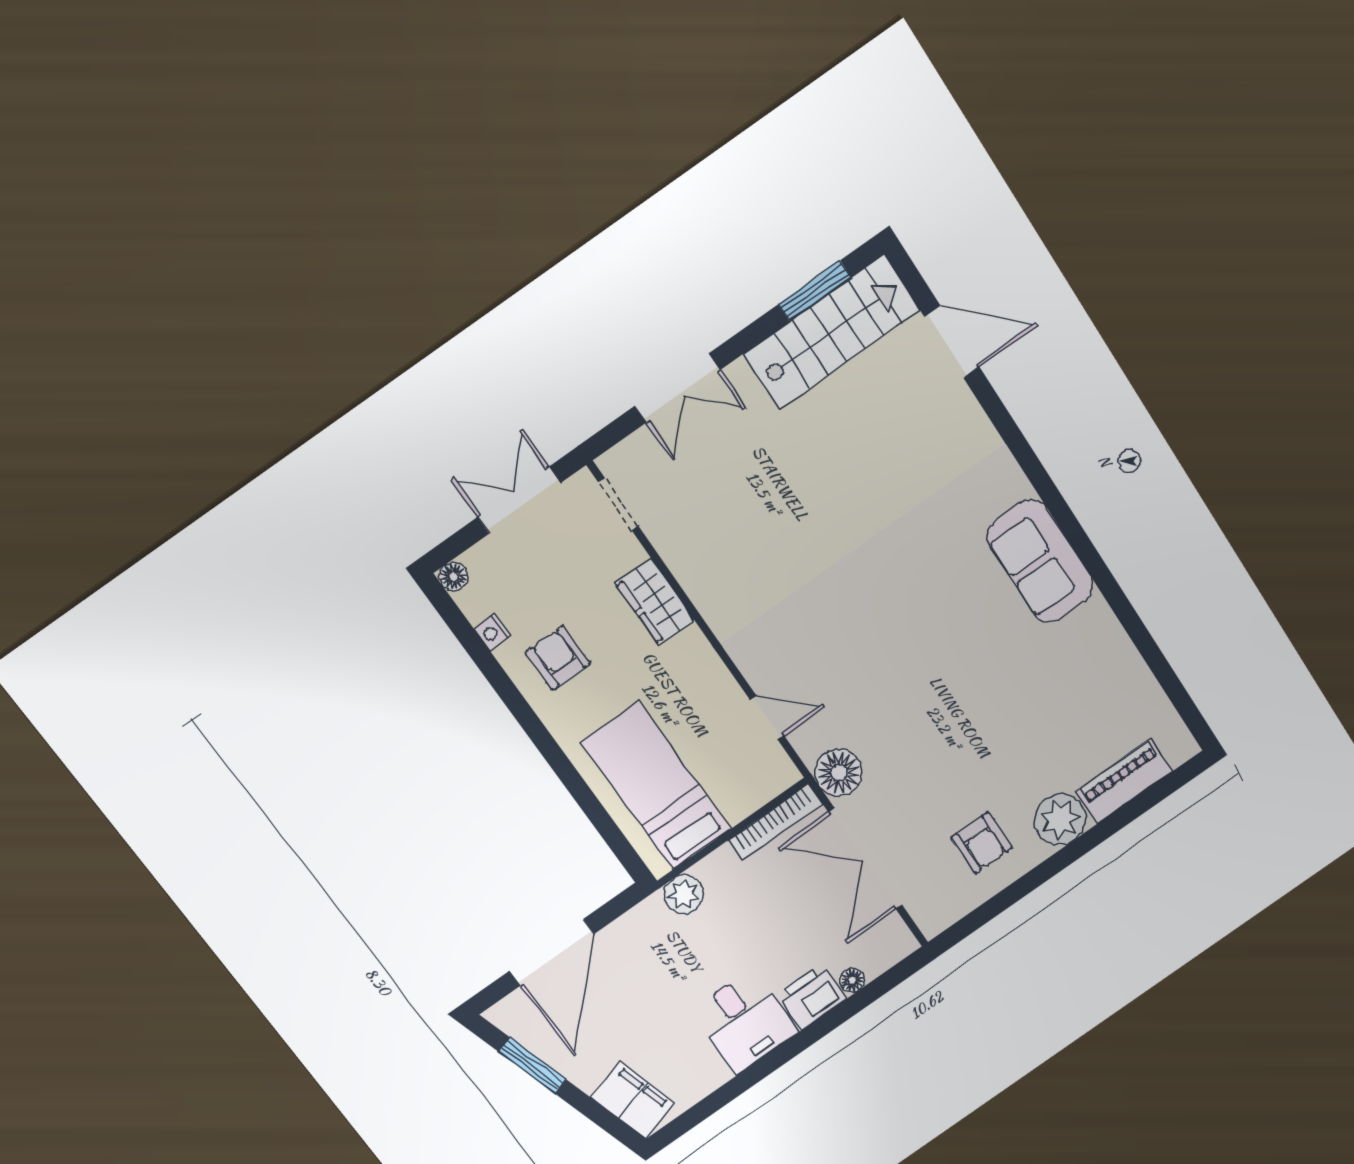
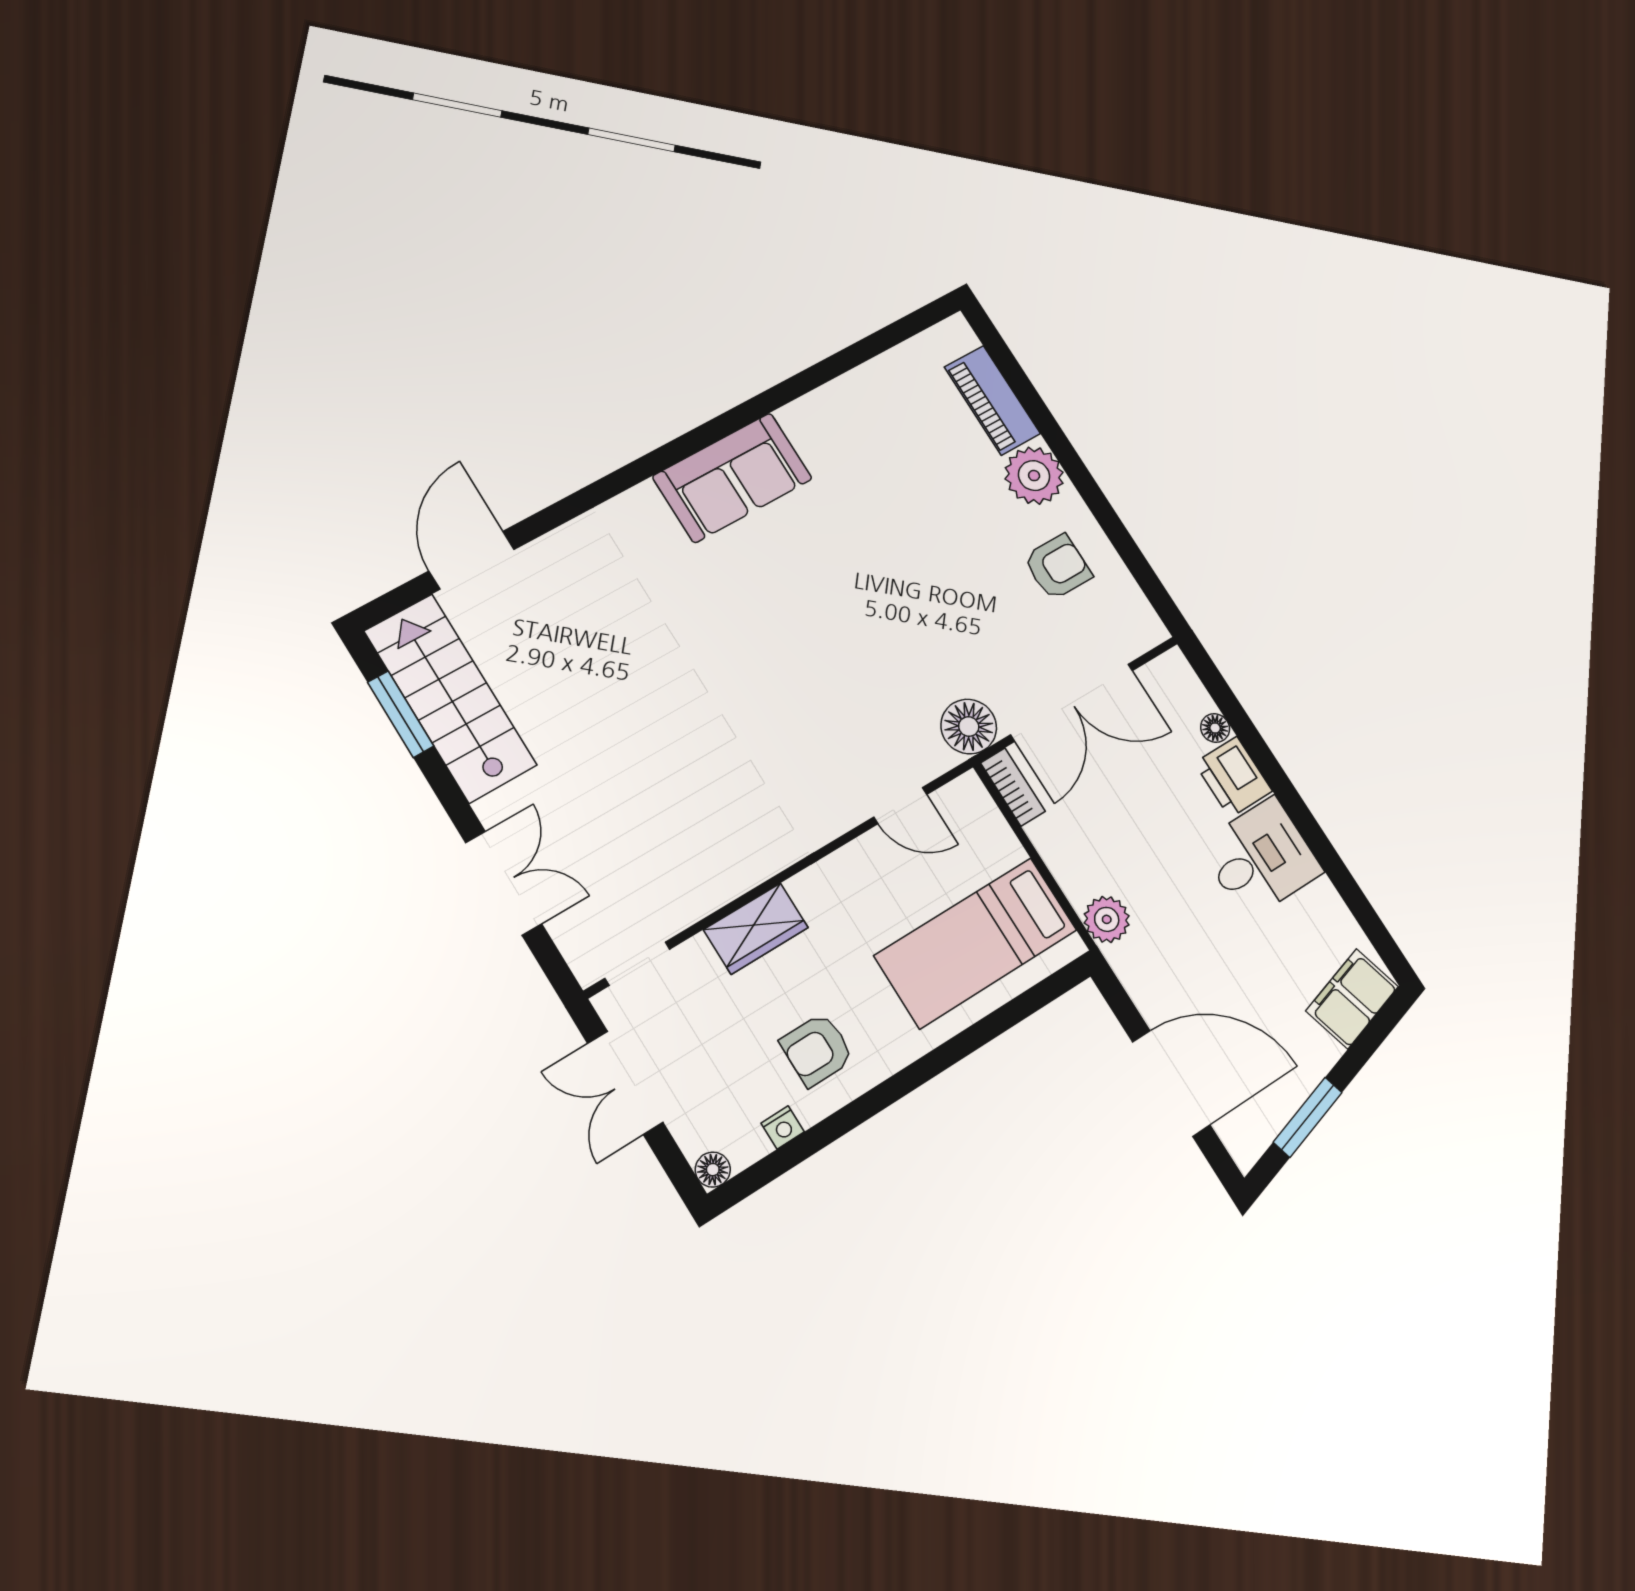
door: (767, 718) -> (900, 806), swing flipped
bookcase: (775, 822) -> (1013, 787), width x0.64

